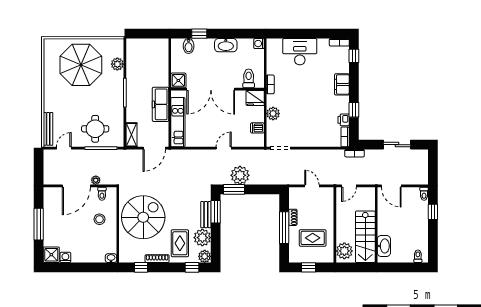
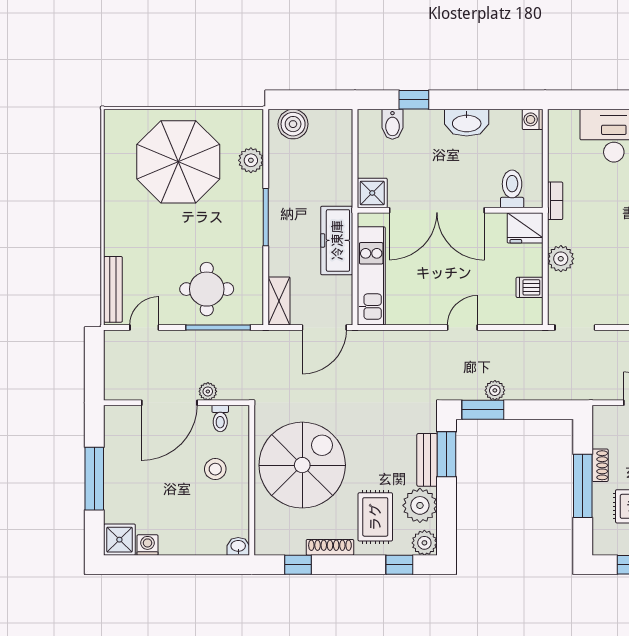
boiler: (139, 46) -> (293, 124), added
plant: (240, 175) -> (495, 390), width x0.53, depth x0.53

